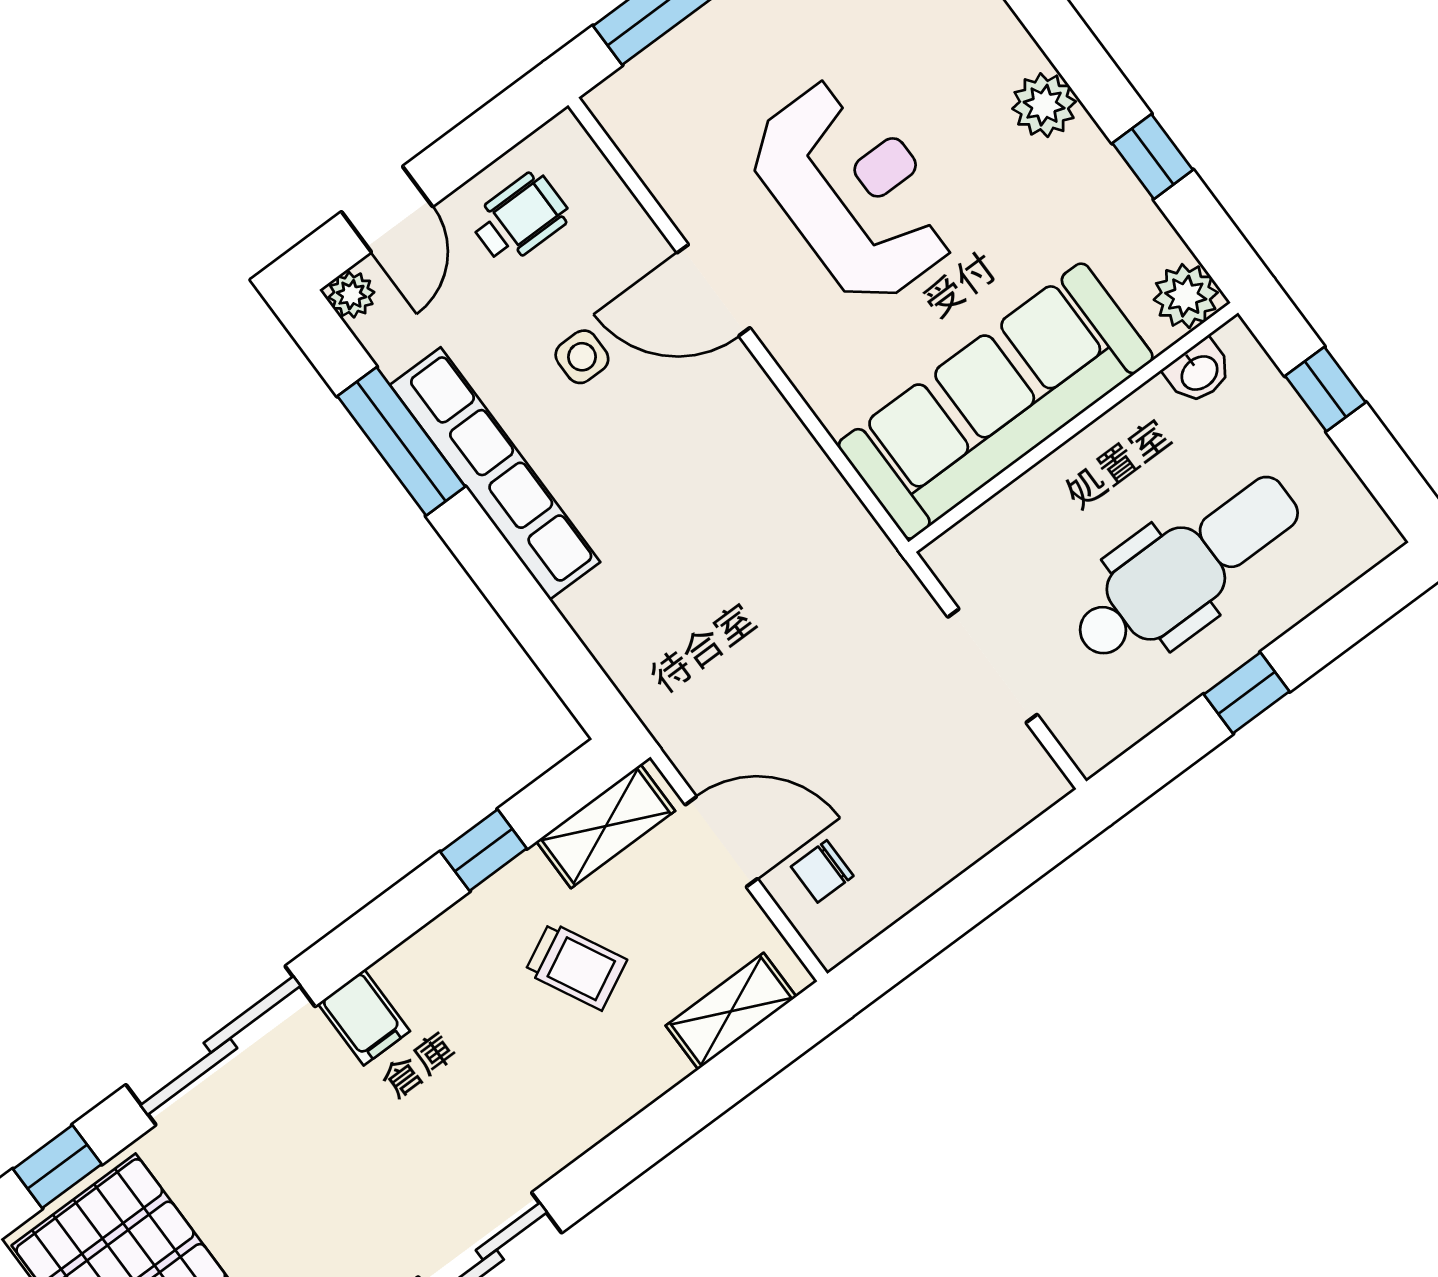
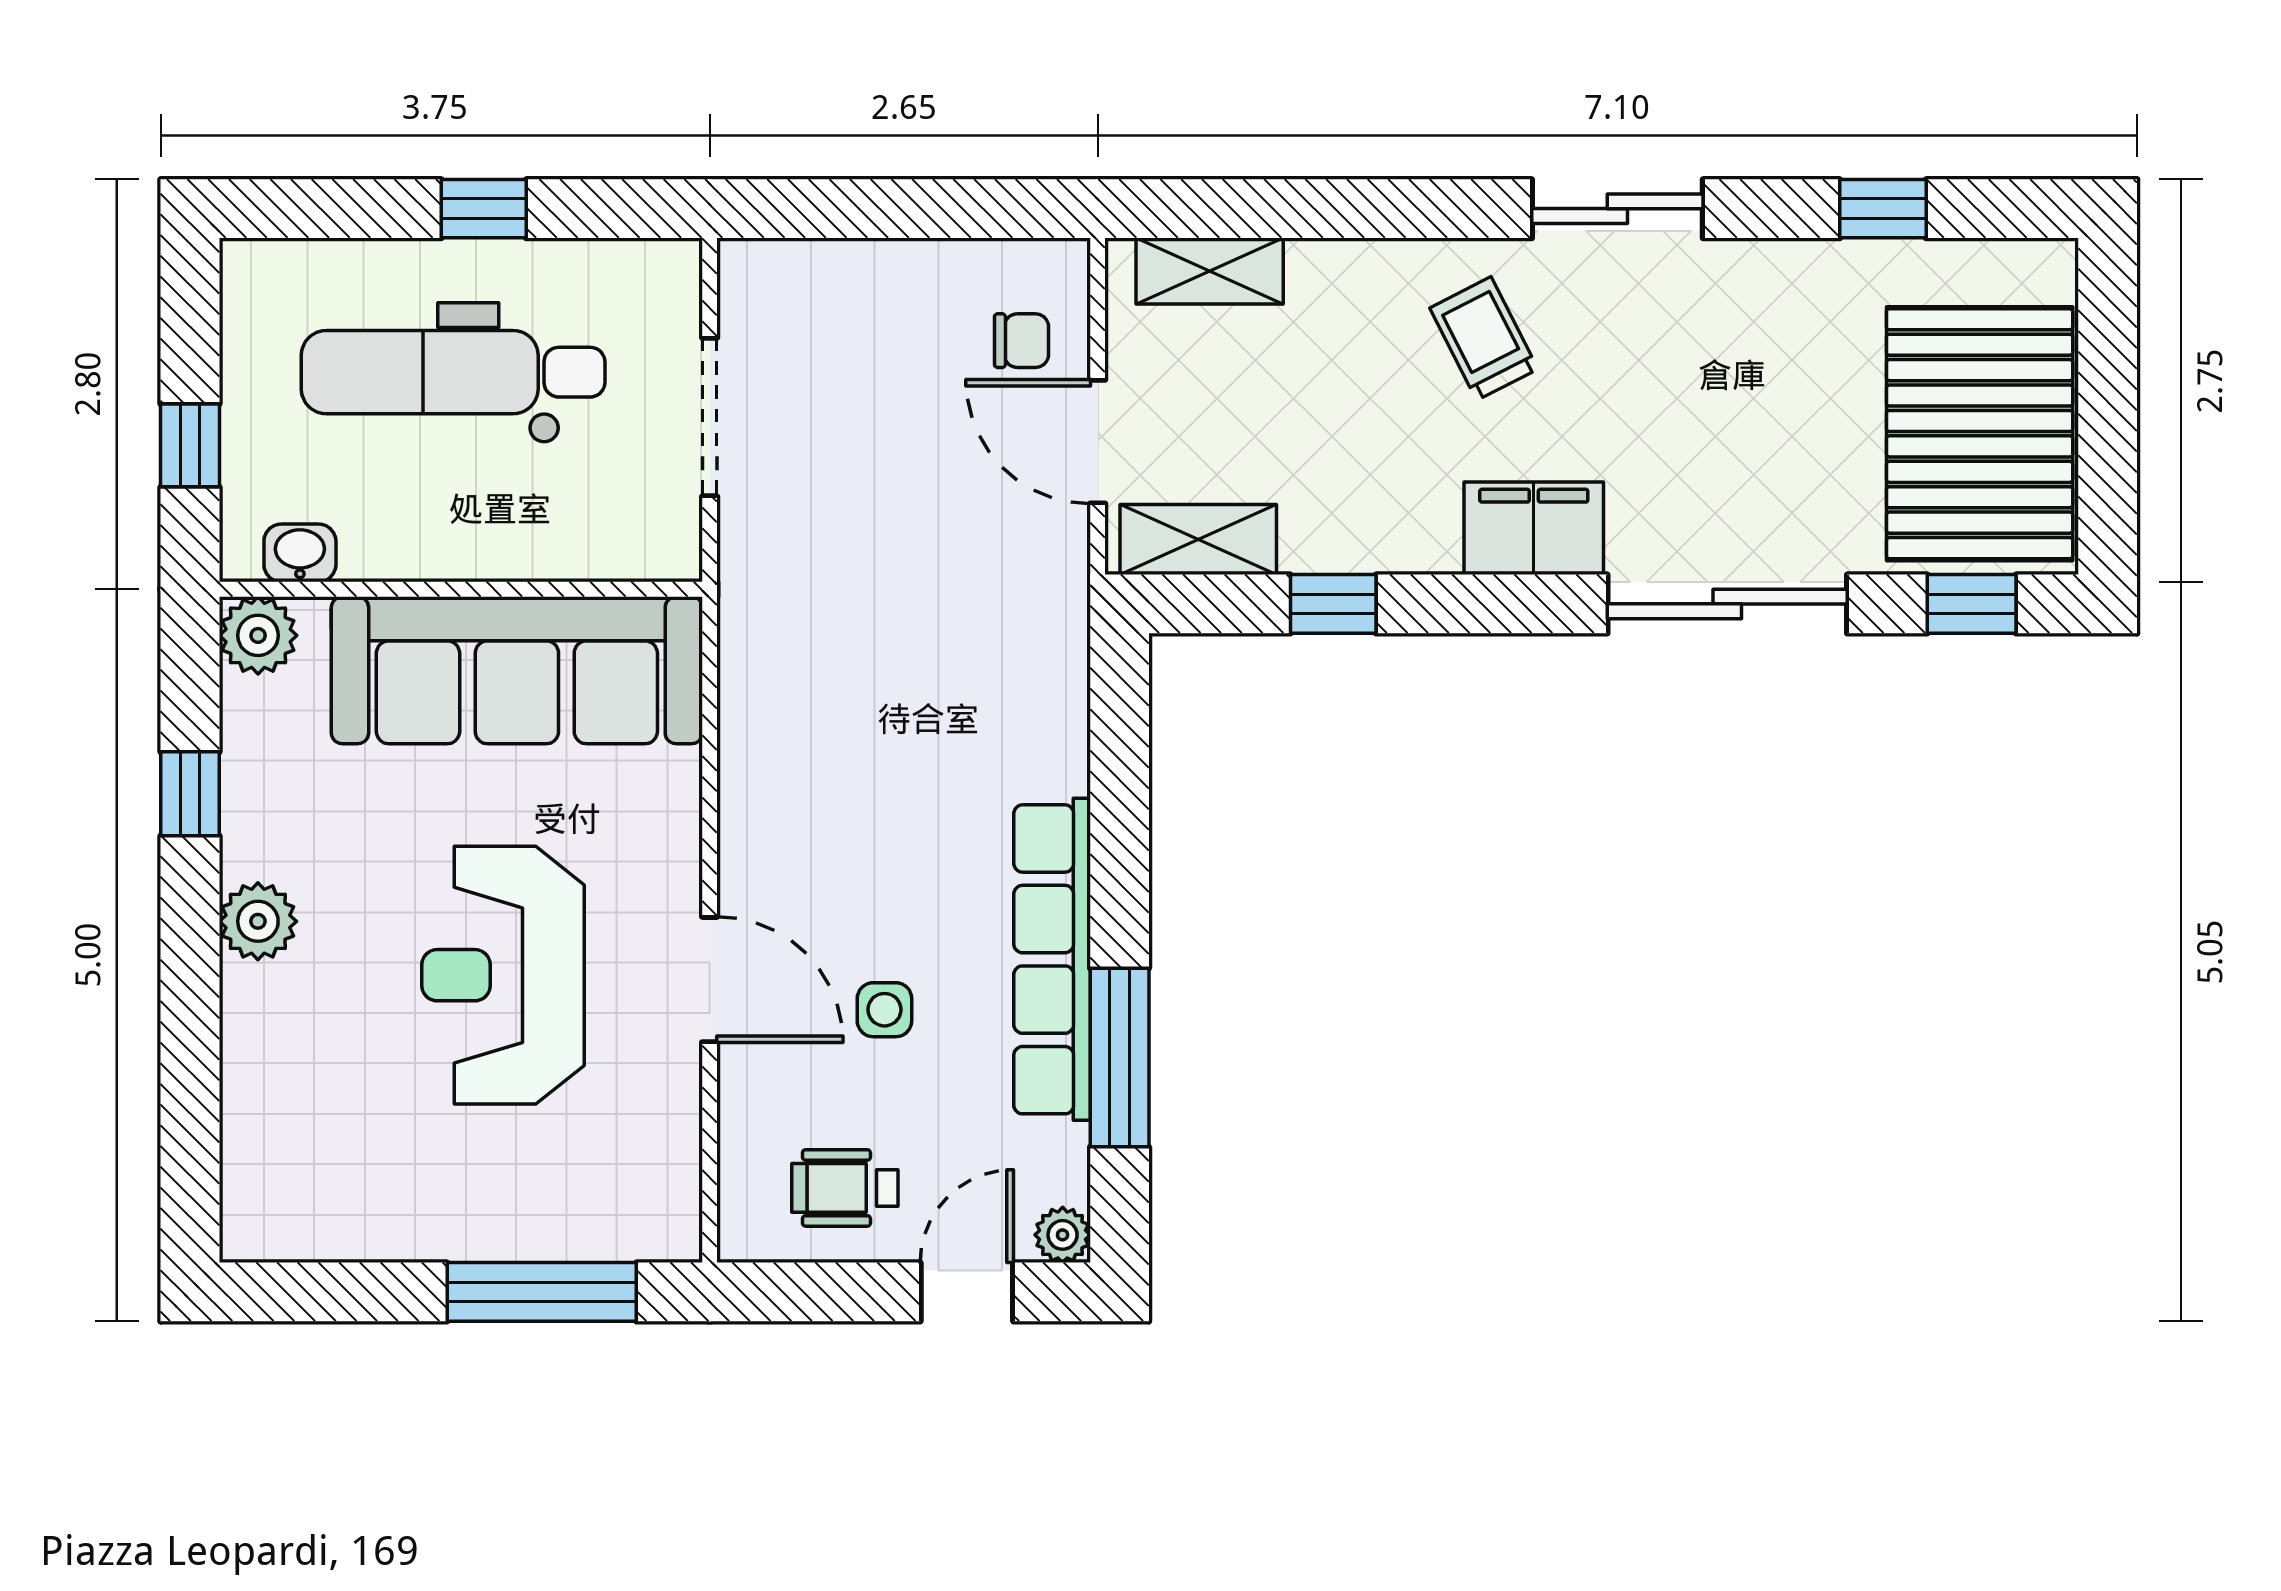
trolley: (576, 966) -> (1484, 339), moved
filing cabinet: (364, 1017) -> (1534, 528), width x2.00

